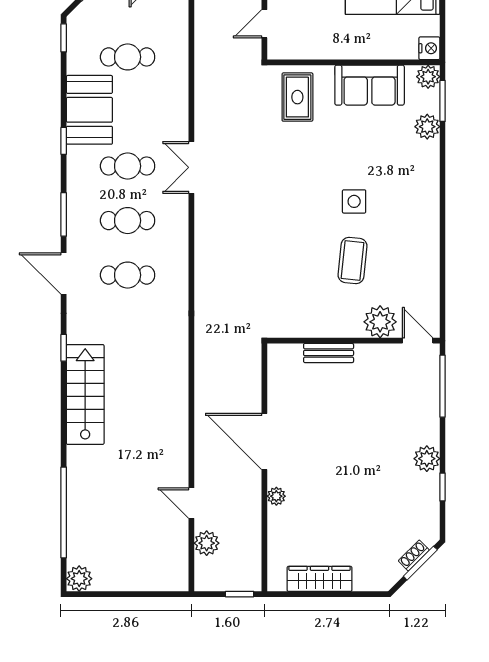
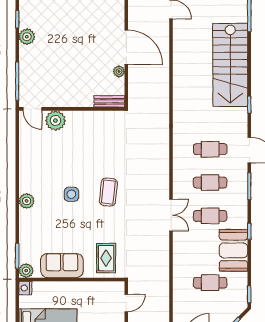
plant: (427, 127) -> (27, 201), moved
coffee table: (352, 261) -> (108, 192), moved
bench: (329, 353) -> (109, 101), moved
stairs: (85, 394) -> (230, 65), width x1.36, depth x1.51
plant: (276, 496) -> (119, 71), moved

